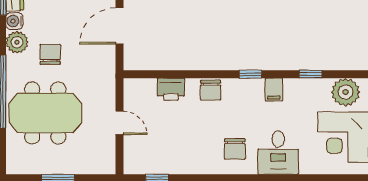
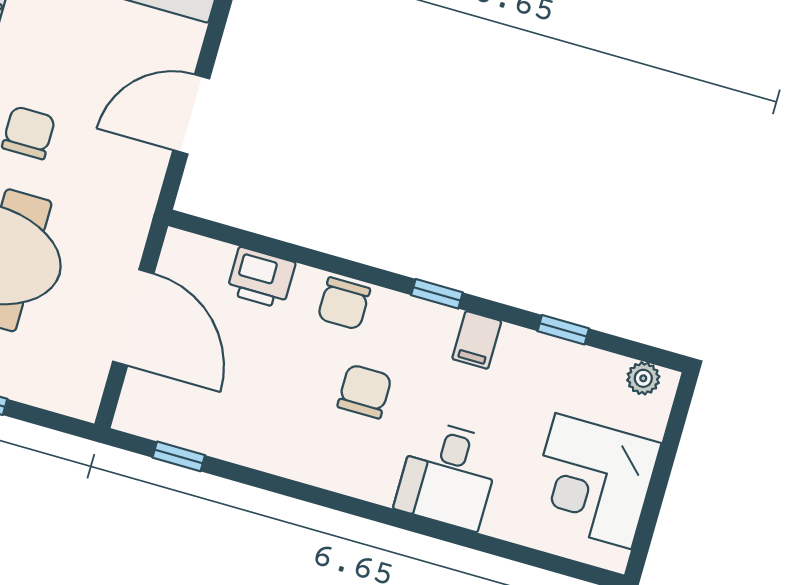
plant: (346, 92) -> (643, 378), width x0.53, depth x0.53
door: (120, 123) -> (133, 318), width x1.87
chair: (235, 149) -> (365, 391), moved, turned 180

